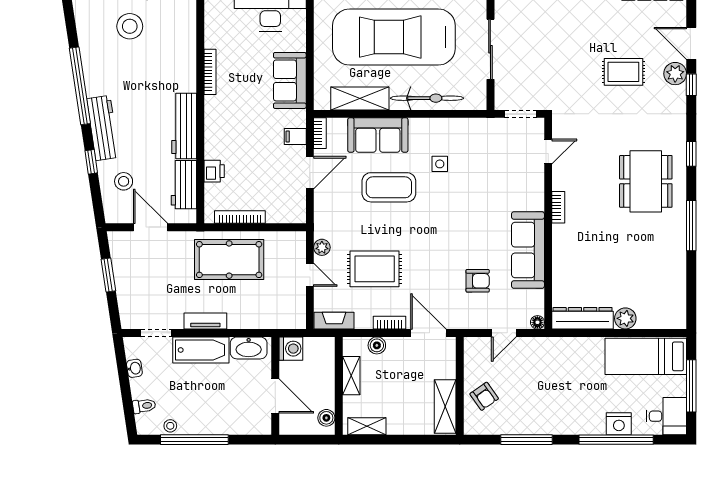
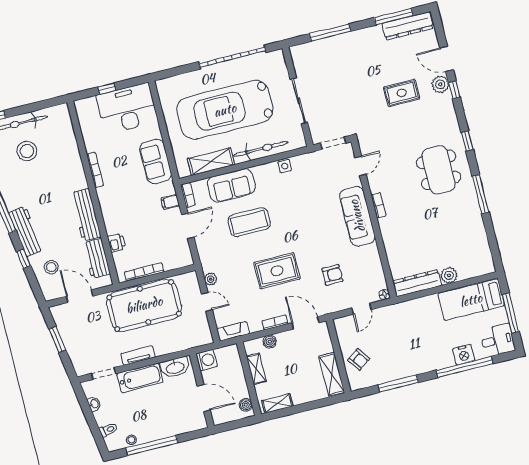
side table: (440, 164) -> (285, 166), moved
sofa: (528, 250) -> (357, 216), moved
pool table: (229, 260) -> (144, 305), width x1.36, depth x1.32
rug: (375, 269) -> (277, 271), moved

